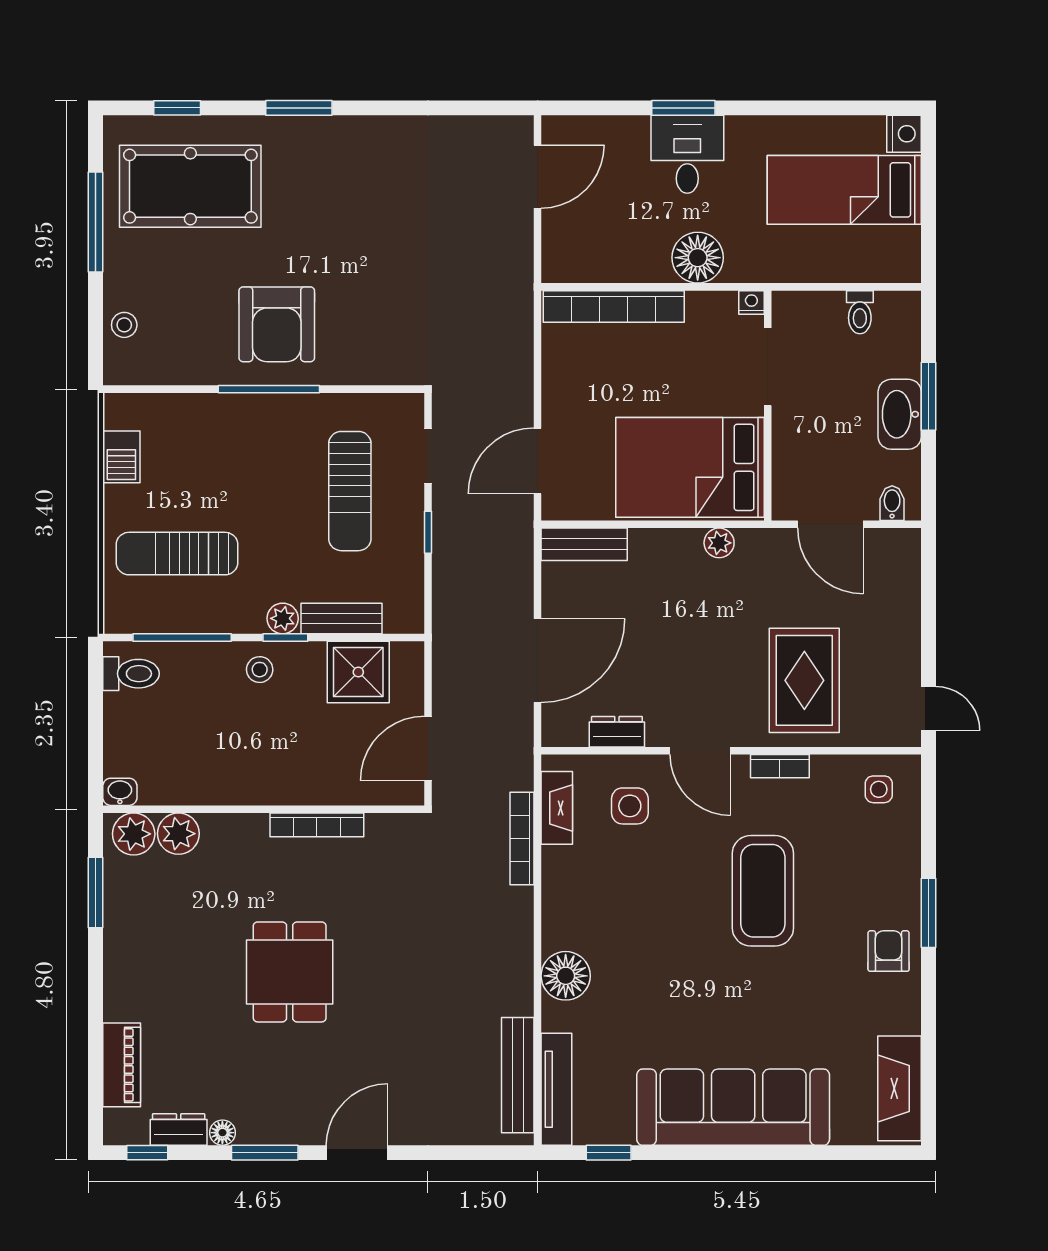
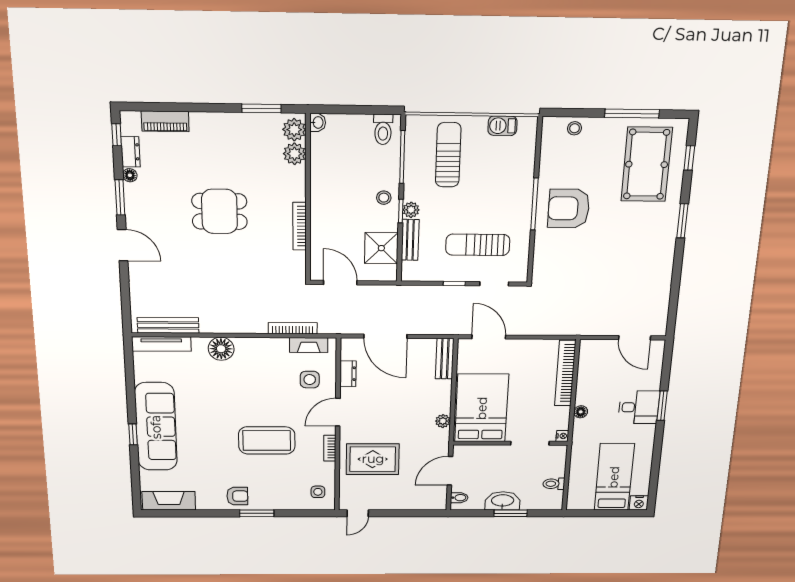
floor lamp: (698, 258) -> (581, 412), width x0.53, depth x0.53
window: (609, 1153) -> (133, 434), moved

